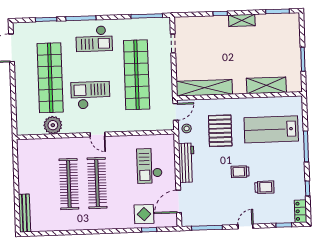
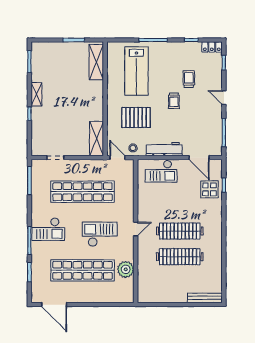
checkout: (94, 39) -> (48, 229), turned 90
shelving: (266, 85) -> (96, 62), moved
shelving: (204, 88) -> (97, 139), width x0.68
checkout: (90, 95) -> (100, 234), turned 90
checkout: (149, 166) -> (161, 171), moved

